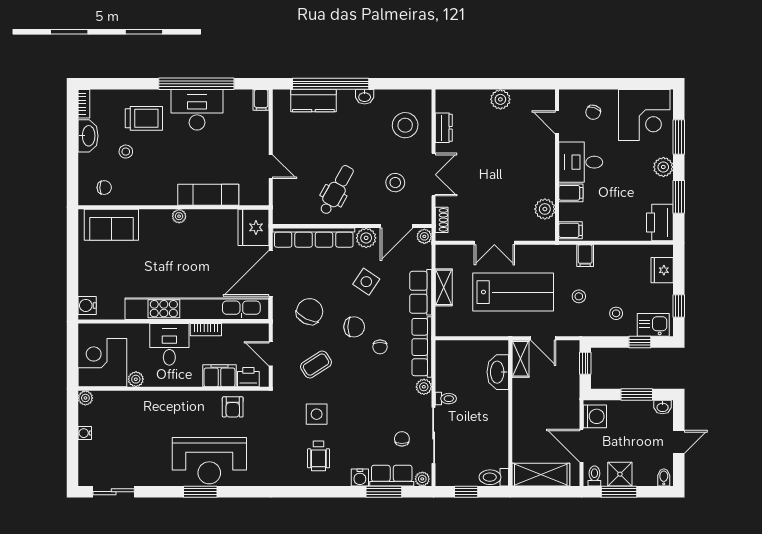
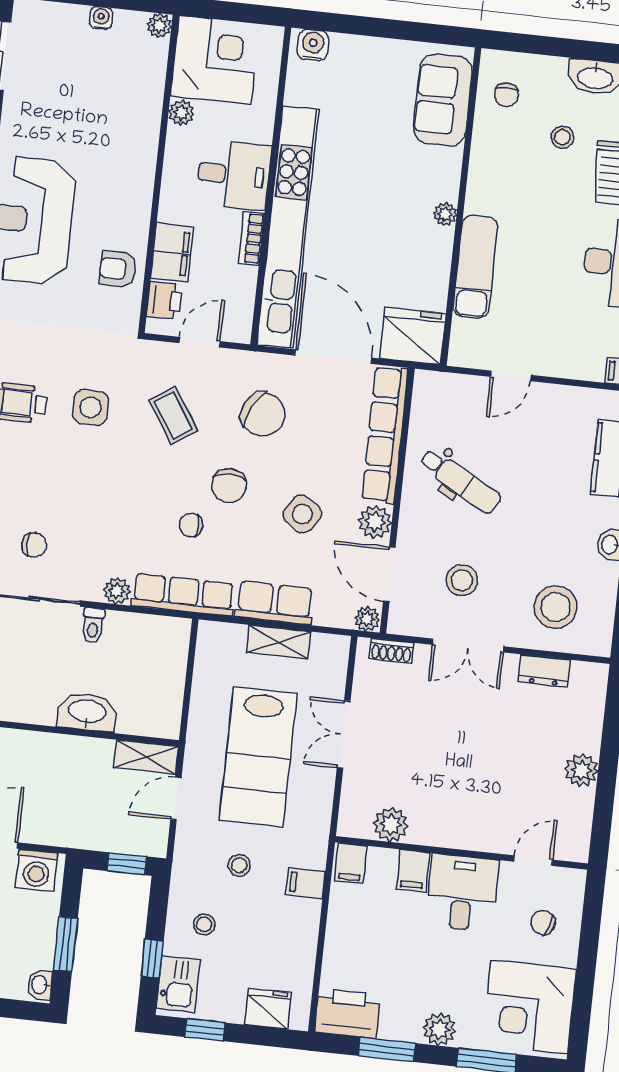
washbasin: (498, 372) -> (87, 712), moved

